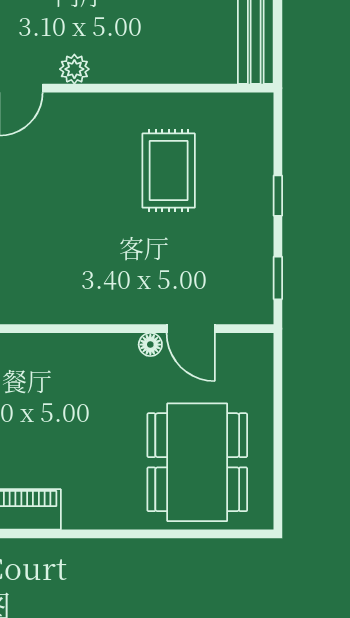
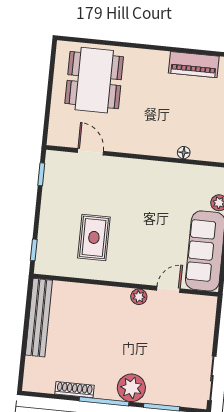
window: (278, 196) -> (34, 250), moved
floor lamp: (150, 345) -> (184, 153), moved

